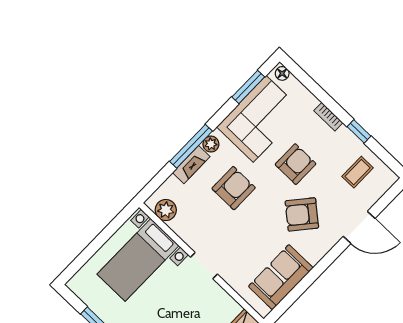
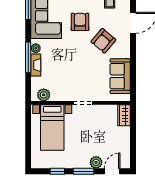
armchair: (234, 188) -> (63, 58), removed

